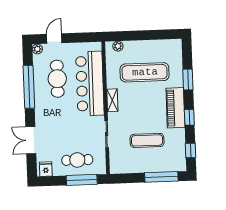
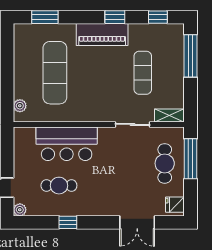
cafe table: (57, 79) -> (59, 186), width x0.73, depth x0.74
window: (188, 80) -> (45, 17), moved
bar counter: (90, 83) -> (67, 144), width x0.73
window: (29, 87) -> (68, 222), width x0.32
shelving: (112, 100) -> (169, 116), moved

